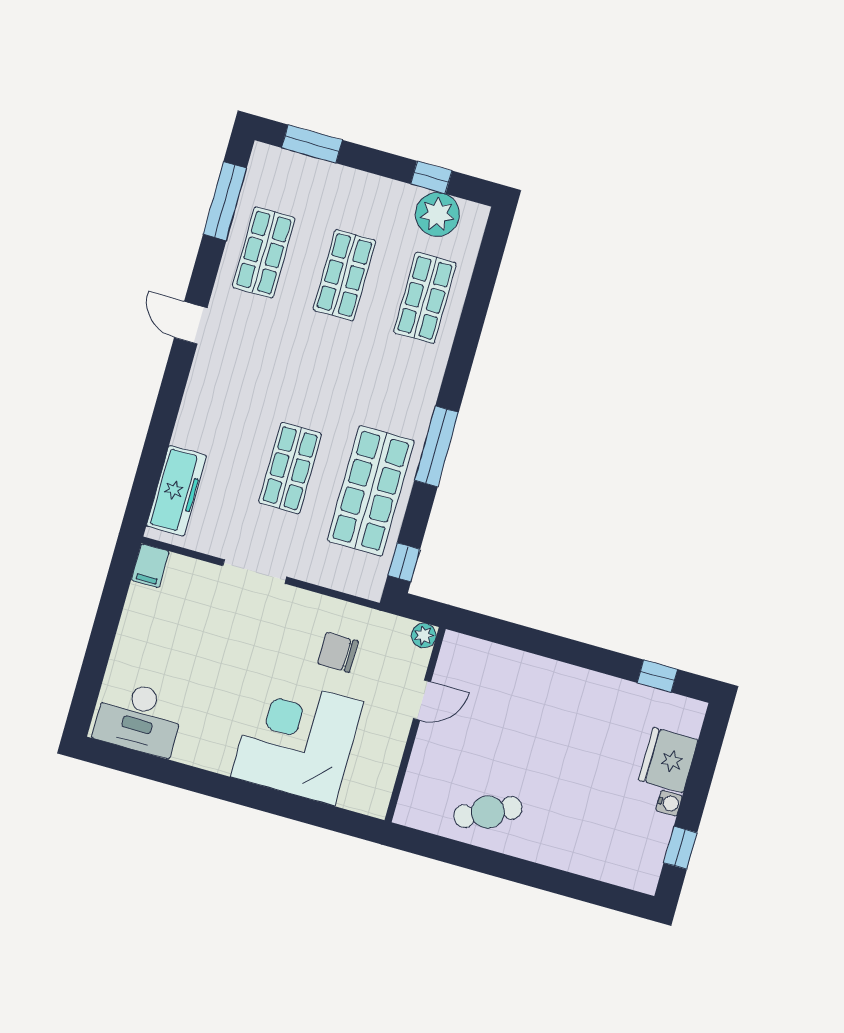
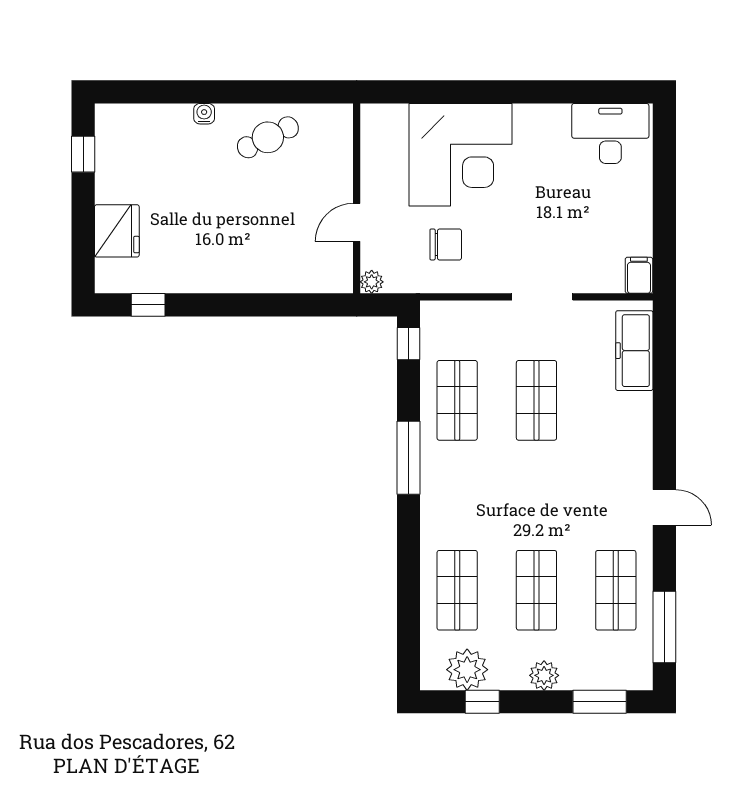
plant: (361, 186) -> (544, 675), added
shop shelf: (371, 491) -> (457, 400), width x0.70, depth x0.74
water cooler: (669, 803) -> (204, 114), moved, turned 90

